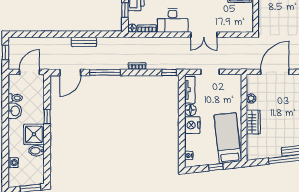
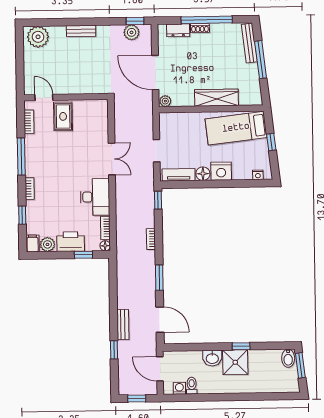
window: (46, 34) -> (114, 350), added
bench: (84, 42) -> (123, 325), moved
window: (105, 72) -> (159, 278), width x0.69
plant: (251, 99) -> (165, 101), moved
washbasin: (15, 111) -> (212, 358), moved, turned 180
window: (47, 117) -> (241, 346), moved
wardrobe: (253, 122) -> (216, 98), width x1.50
bidet: (37, 151) -> (288, 358), moved
washing machine: (13, 163) -> (179, 388), moved

